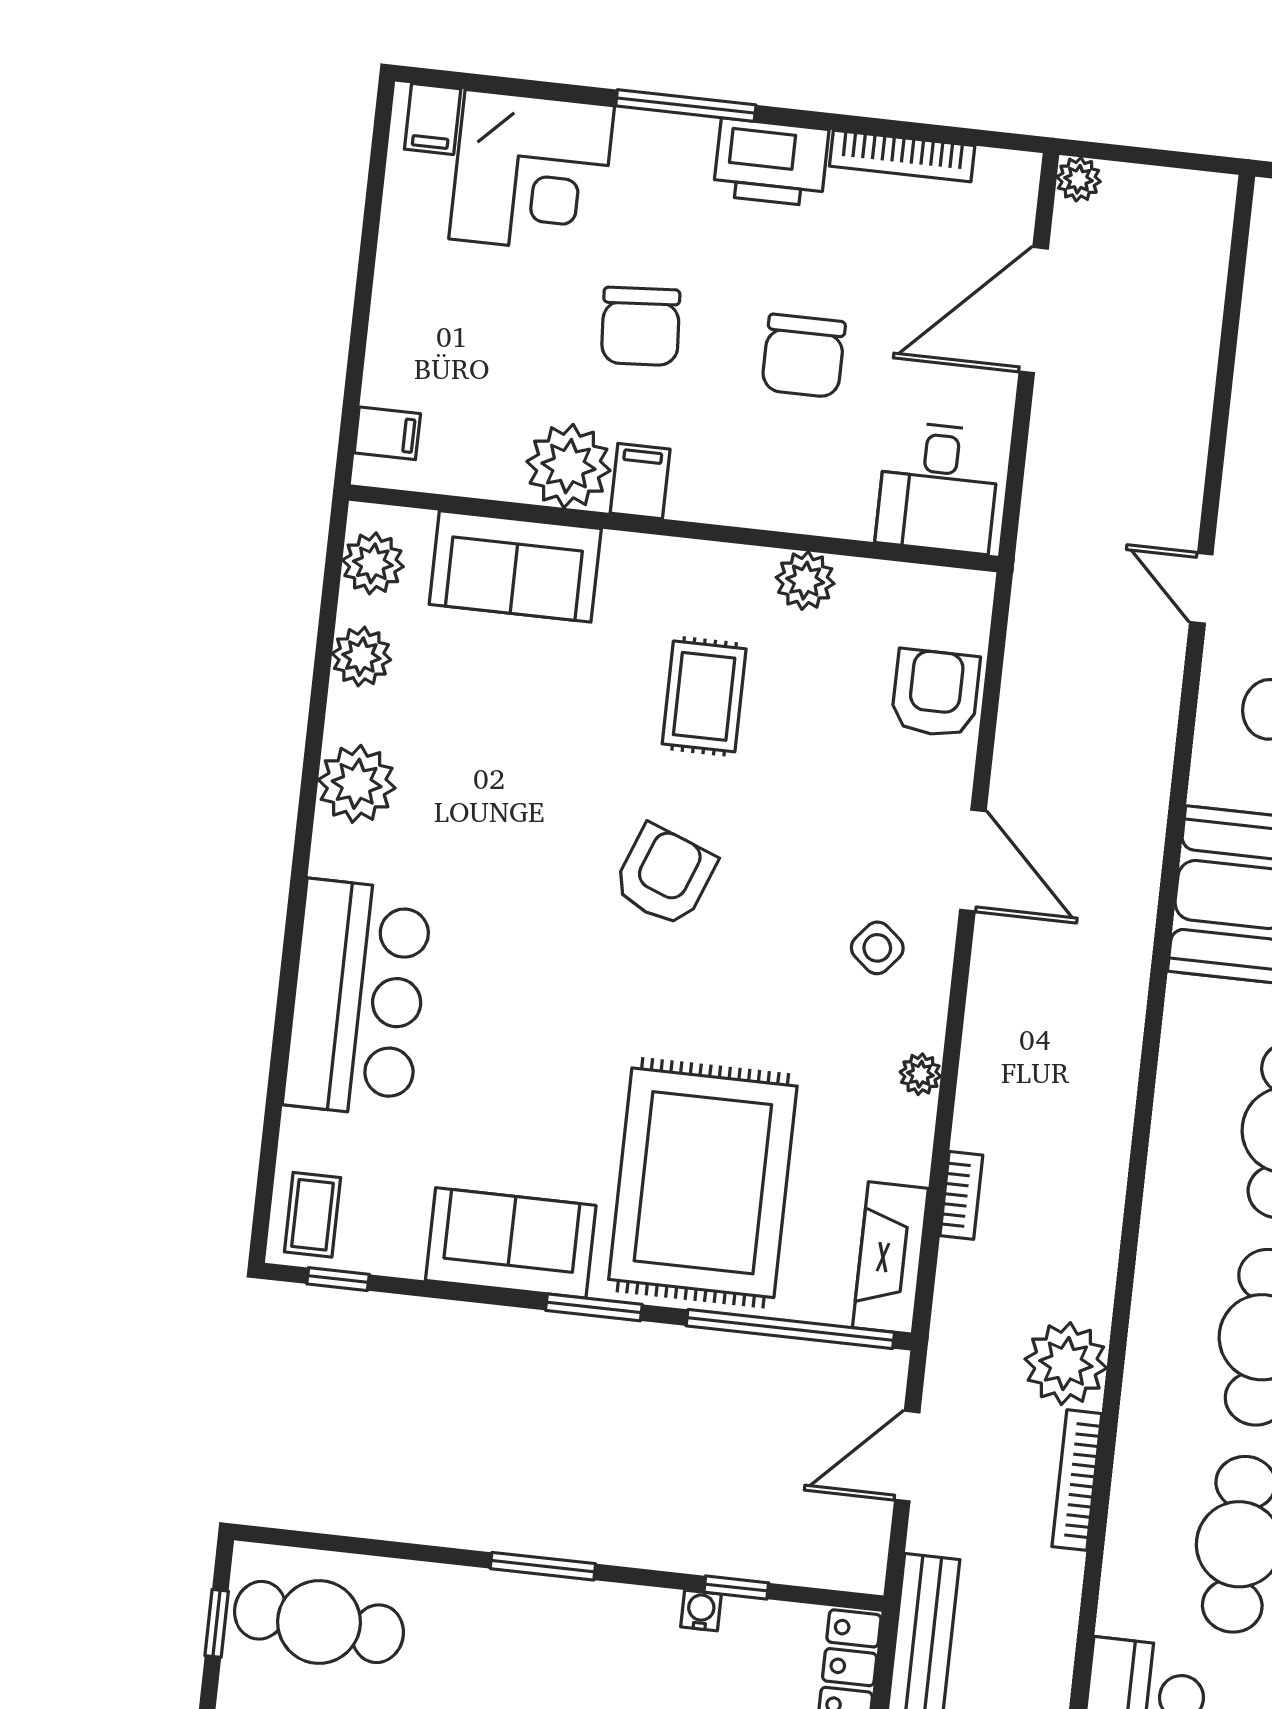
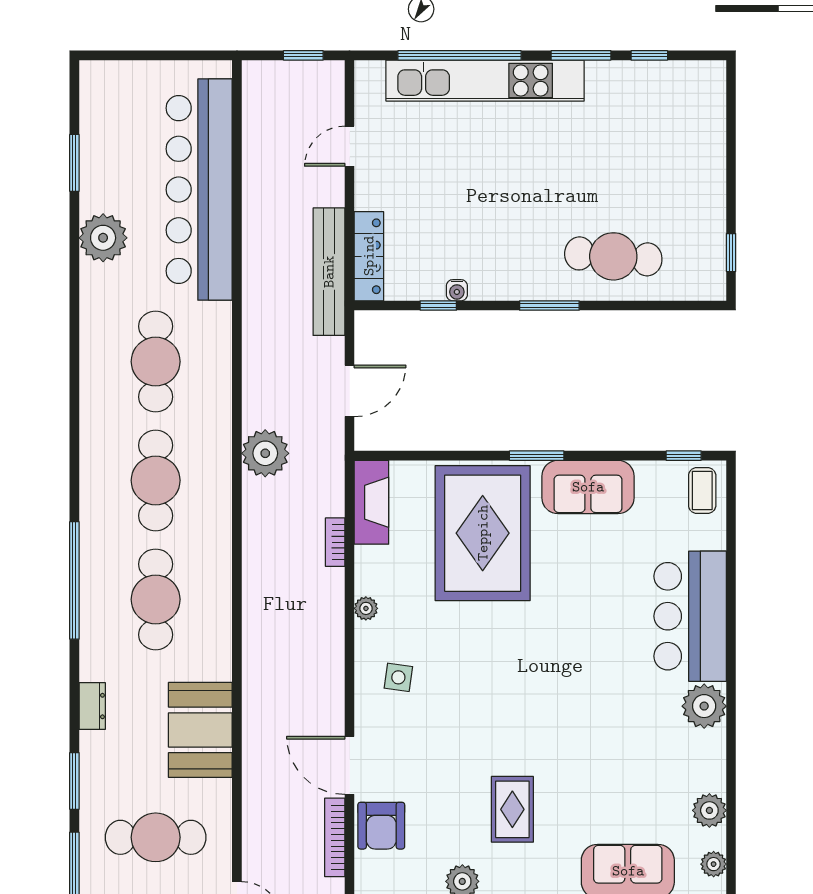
plant: (373, 563) -> (714, 864), width x0.73, depth x0.73
plant: (357, 784) -> (704, 706), moved
door: (973, 860) -> (350, 765), moved
armchair: (665, 876) -> (524, 705), removed
side table: (877, 948) -> (398, 677), turned -32
window: (790, 1329) -> (424, 456), removed
bookcase: (1077, 1480) -> (335, 837), moved, turned 180
cafe table: (319, 1622) -> (613, 256), moved

